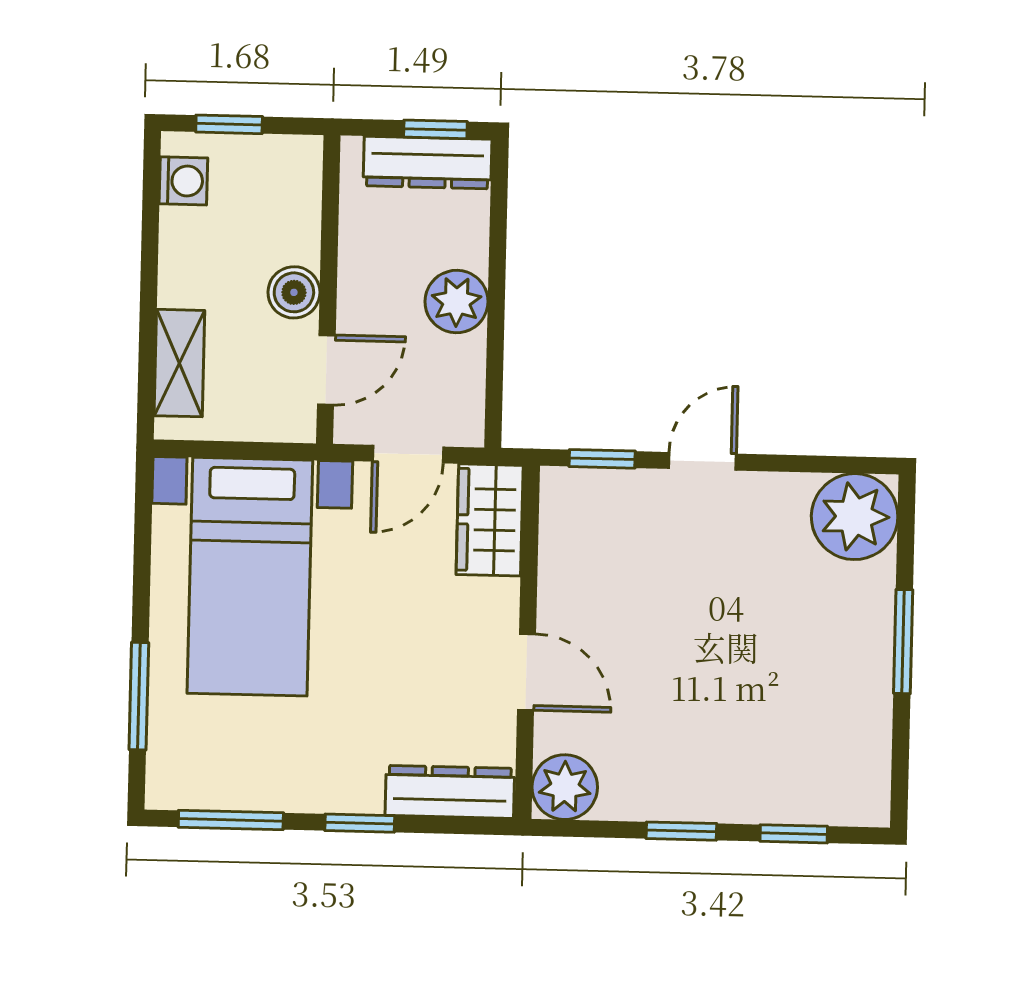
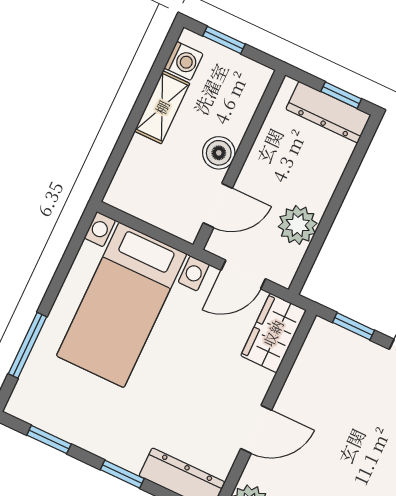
plant: (456, 302) -> (298, 225), moved
shelving: (179, 363) -> (162, 107), moved
door: (526, 672) -> (256, 429), hinge flipped
window: (231, 820) -> (49, 440), width x0.67

